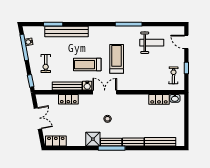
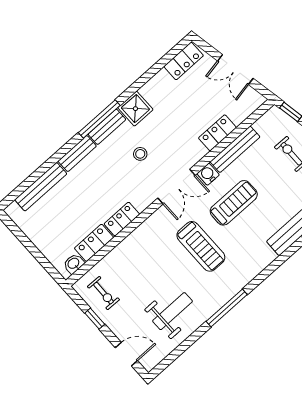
weight bench: (152, 43) -> (172, 311), turned 180
locker: (139, 99) -> (122, 219), added

